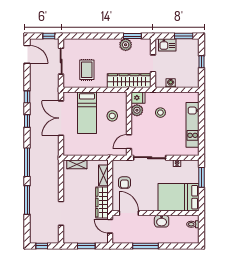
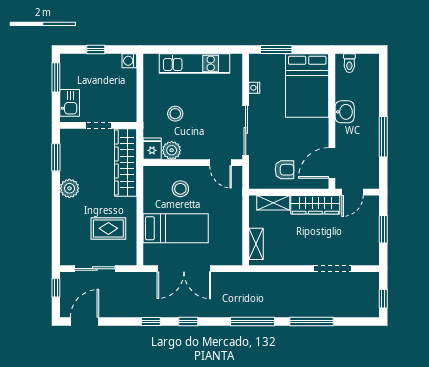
plant: (126, 45) -> (69, 188), moved
washing machine: (171, 83) -> (129, 61), moved

